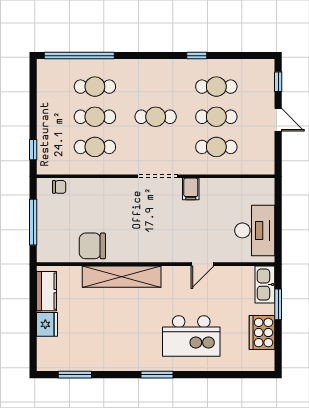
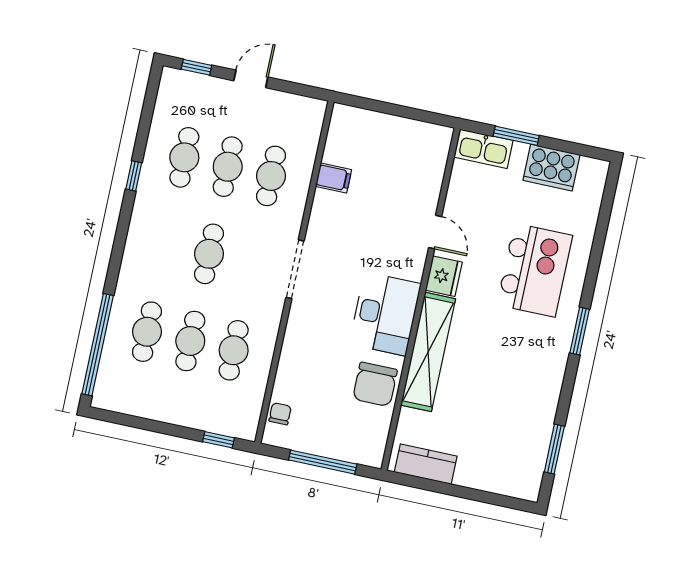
filing cabinet: (191, 189) -> (334, 178), moved
desk: (255, 230) -> (385, 314), moved, turned 90
fridge: (47, 324) -> (444, 276), moved, turned 90

